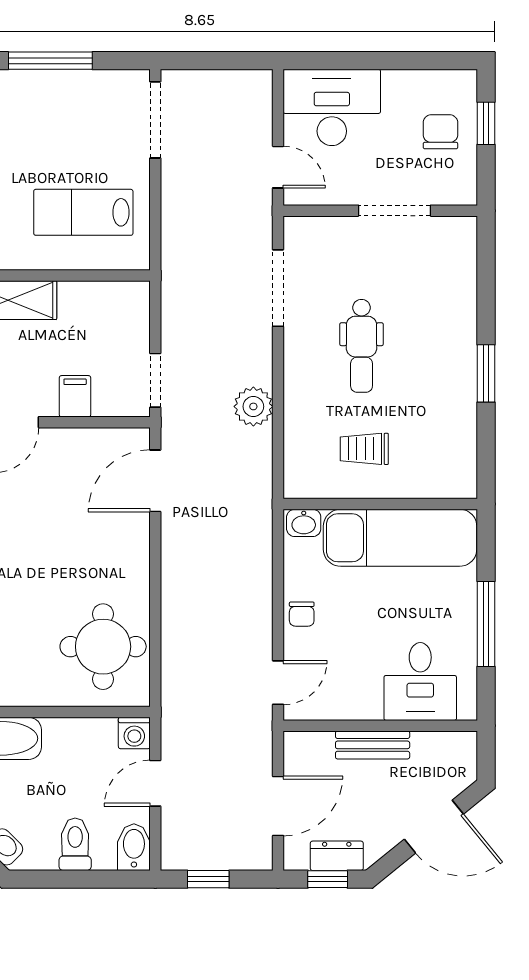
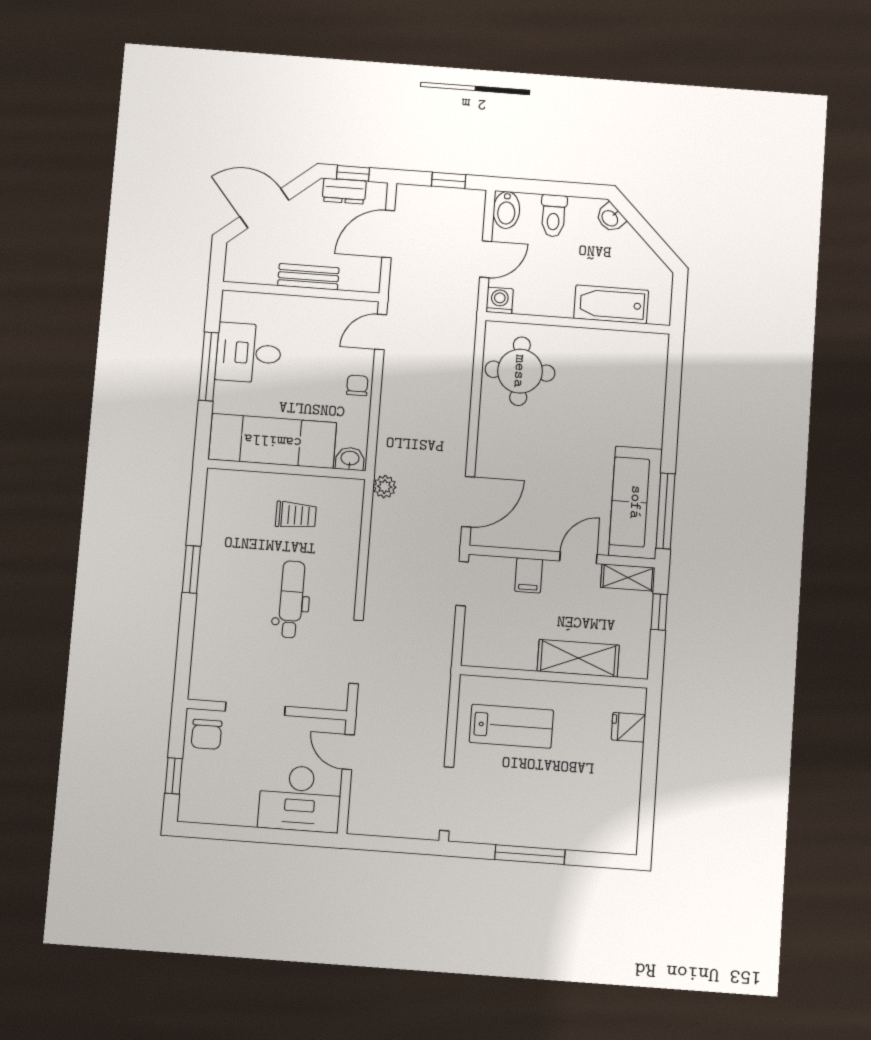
chair: (440, 132) -> (207, 734), moved
plant: (253, 406) -> (385, 487), moved, width x0.73, depth x0.73
desk: (420, 682) -> (249, 353), moved, turned -90

